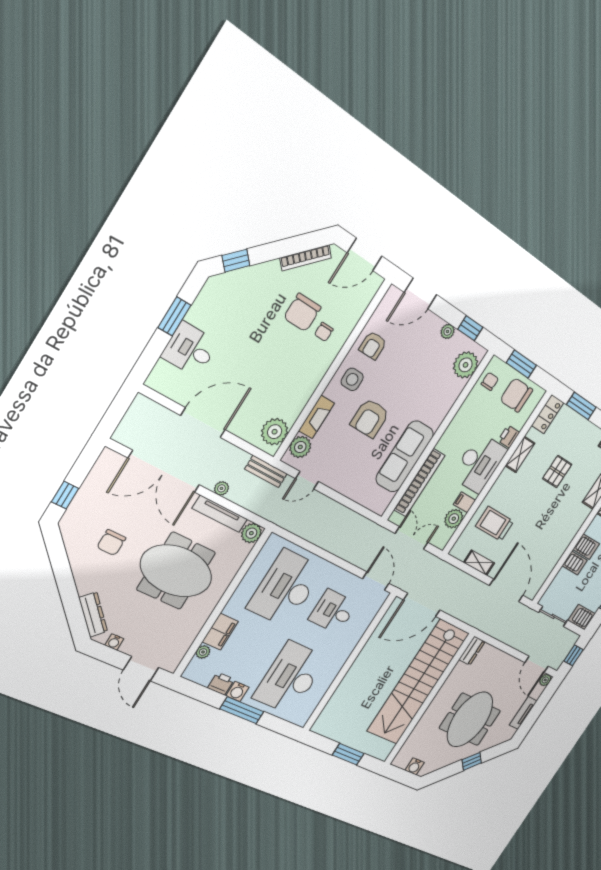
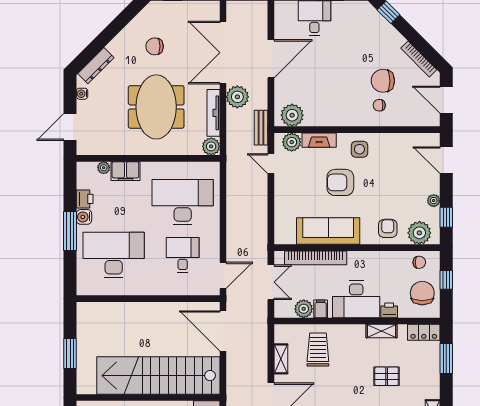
armchair: (373, 345) -> (388, 228), moved, turned 90
window: (521, 364) -> (446, 280), width x0.67
door: (203, 423) -> (271, 59), hinge flipped
plant: (221, 488) -> (237, 97), width x1.88, depth x1.88

